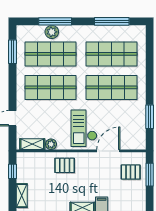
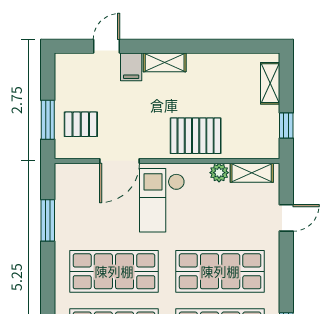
checkout: (84, 128) -> (162, 200), turned 180
pallet: (65, 165) -> (196, 136), width x1.50, depth x1.42

